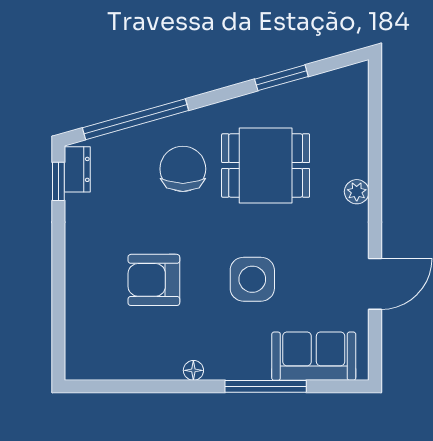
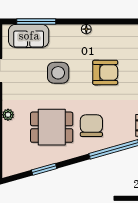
chair: (183, 169) -> (91, 126), turned 180
window: (266, 386) -> (36, 21), moved

